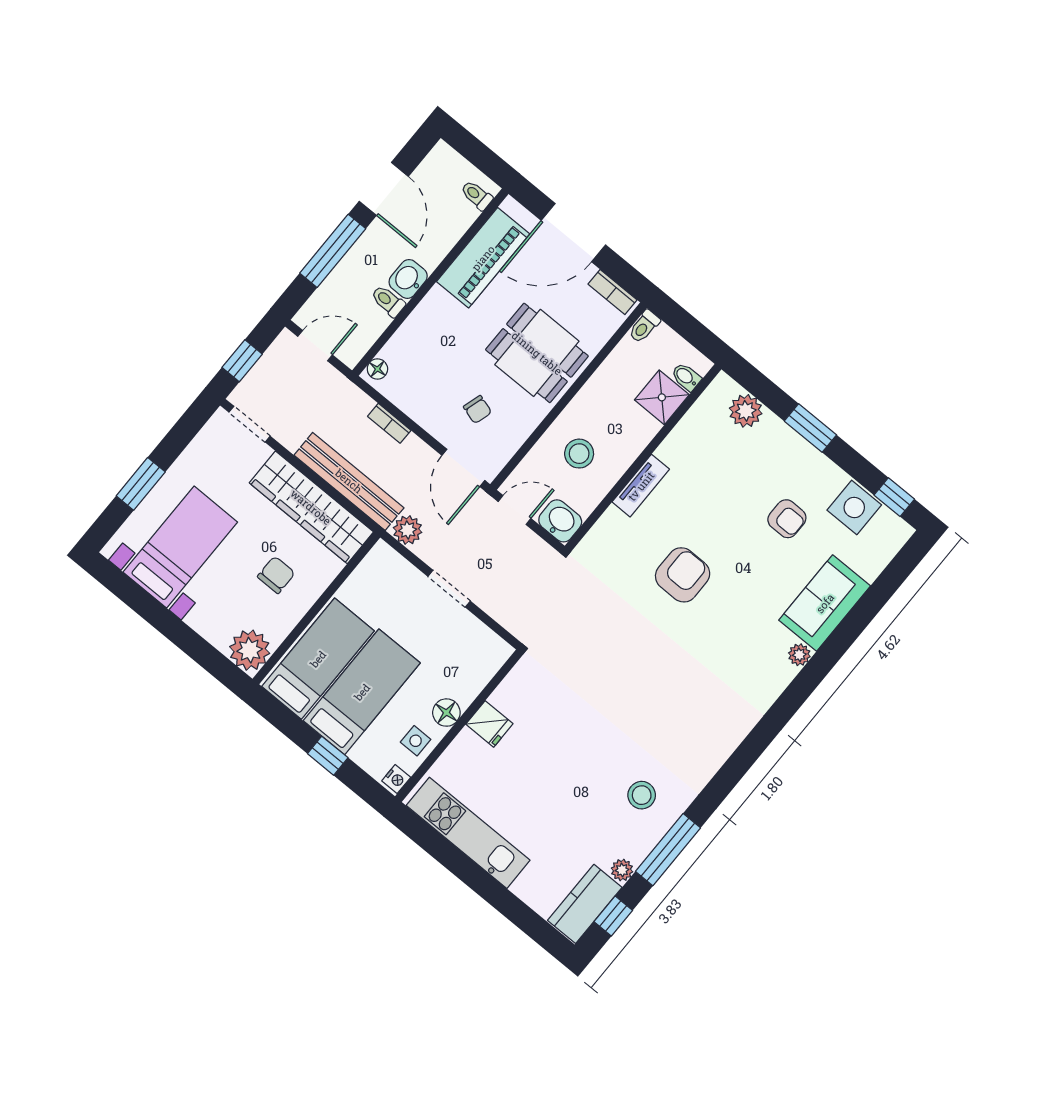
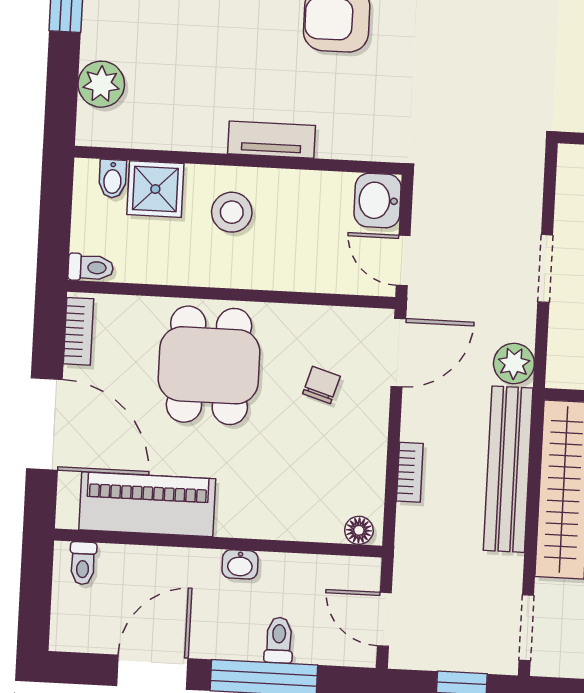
washbasin: (408, 279) -> (240, 564), width x0.72, depth x0.69
toilet: (388, 301) -> (279, 640), moved, turned 180
stool: (579, 454) -> (232, 212), moved

